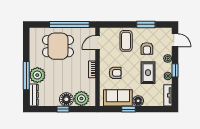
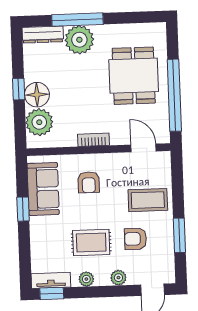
window: (175, 70) -> (52, 293), moved
floor lamp: (138, 101) -> (39, 226), removed

